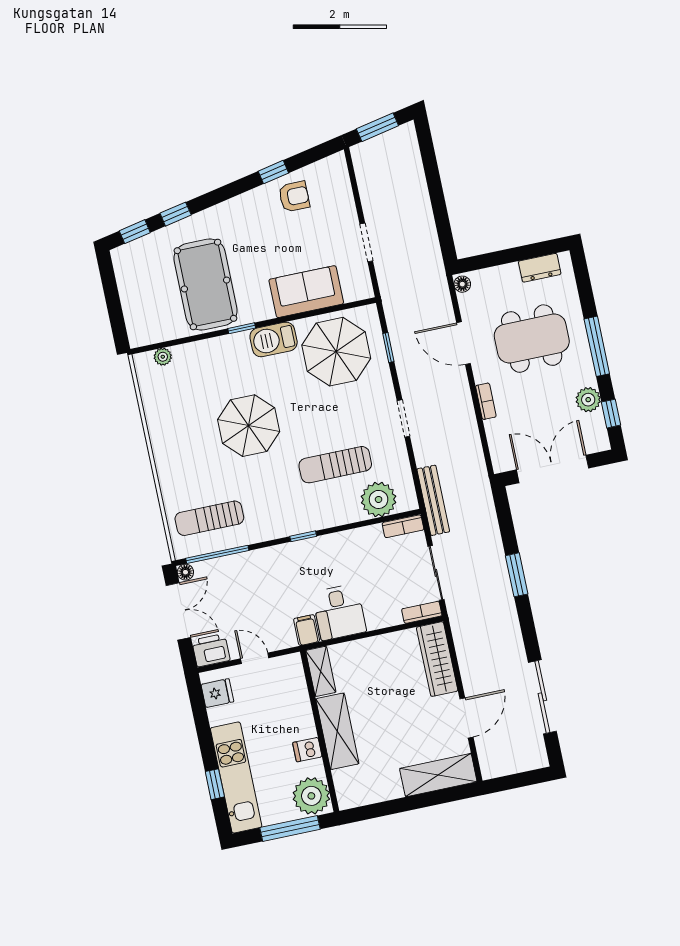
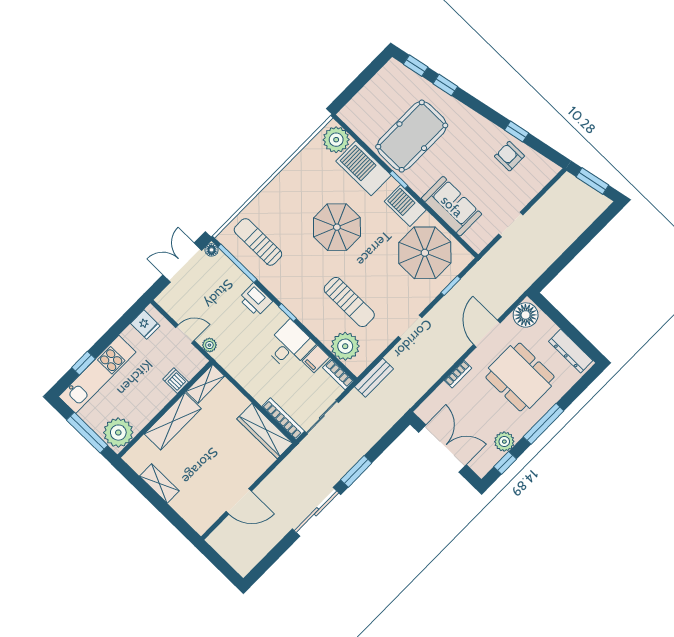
armchair: (294, 197) -> (509, 156), turned 180
dresser: (540, 268) -> (571, 351), width x1.44
floor lamp: (462, 284) -> (526, 315), width x1.89, depth x1.89
plant: (163, 357) -> (336, 140), width x1.88, depth x1.88
barbecue: (206, 357) -> (363, 168), added
sun lounger: (335, 465) -> (349, 302), turned 180
bench: (433, 500) -> (374, 378), width x0.73
double door: (178, 611) -> (182, 263), swing flipped
desk: (339, 612) -> (289, 345), moved, turned 180
bookcase: (422, 612) -> (283, 419), width x1.56
filing cabinet: (307, 630) -> (316, 359), moved, turned 180
plant: (283, 640) -> (209, 345), added
printer: (211, 650) -> (256, 300), moved, turned 180
door: (255, 658) -> (185, 334), hinge flipped
wardrobe: (437, 659) -> (265, 431), moved, turned -90
sliding door: (542, 697) -> (316, 512), moved
dishwasher: (307, 750) -> (176, 381), moved
shelving: (438, 775) -> (159, 483), moved, width x0.67, depth x0.75

